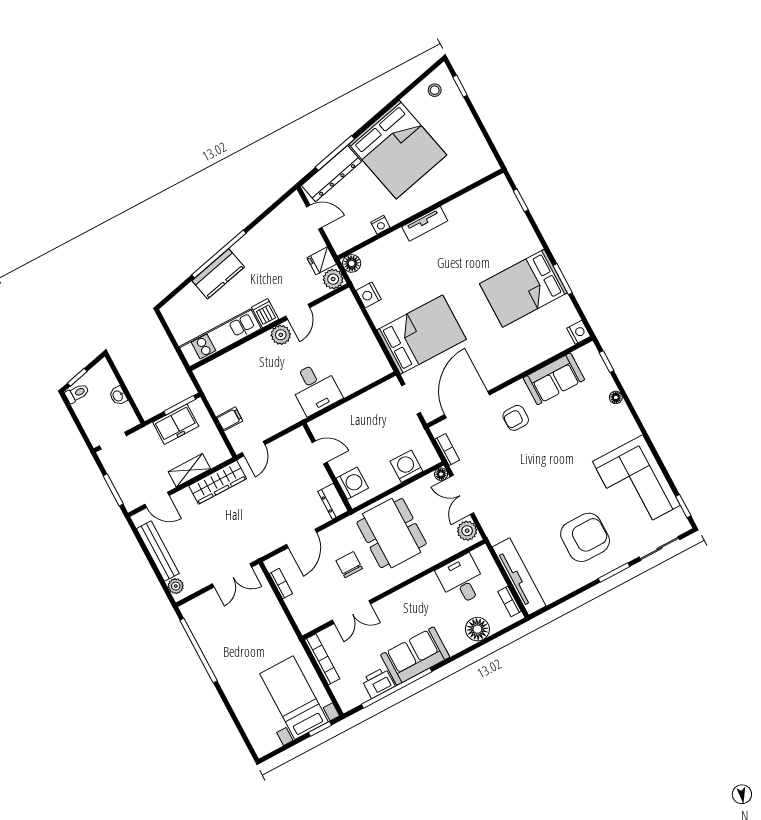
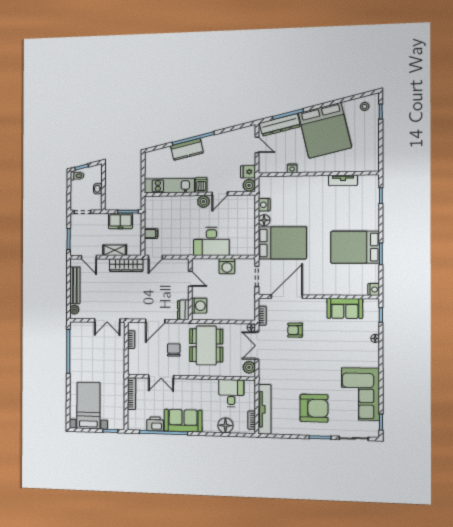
tv unit: (425, 224) -> (343, 180), moved
floor lamp: (352, 263) -> (264, 220), moved
desk: (315, 388) -> (211, 242), width x1.37
armchair: (516, 418) -> (295, 330), moved
washing machine: (406, 466) -> (227, 266), moved, turned 180
bed with nightstands: (294, 698) -> (88, 406), moved

